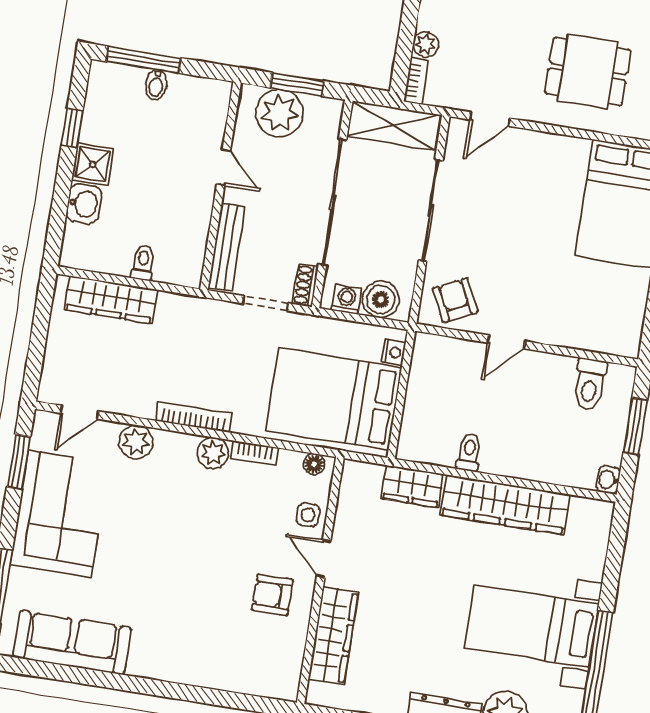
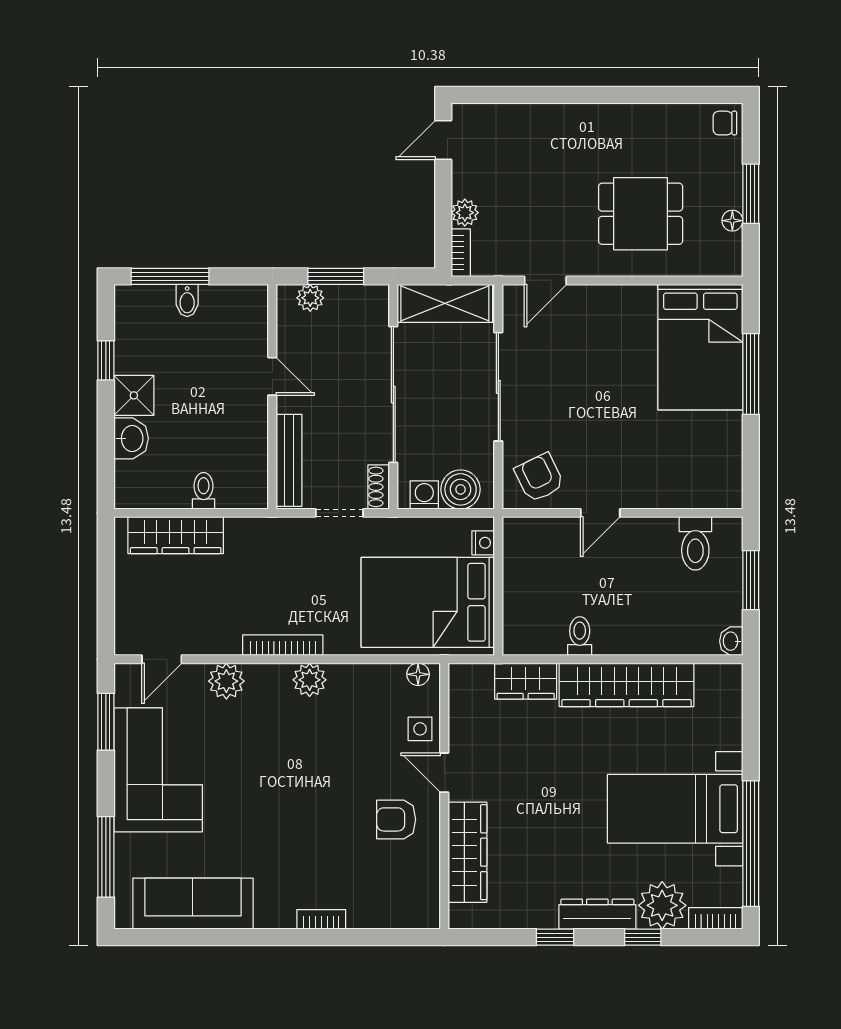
plant: (279, 113) -> (310, 298), width x0.53, depth x0.53
bookcase: (254, 453) -> (321, 919), moved, turned 180

